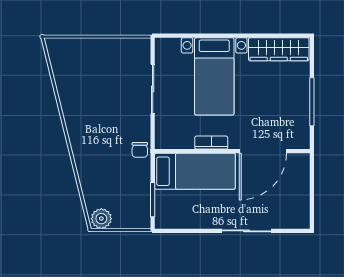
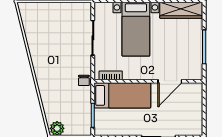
bookcase: (211, 143) -> (111, 75), moved
door: (263, 151) -> (170, 81), width x0.73

